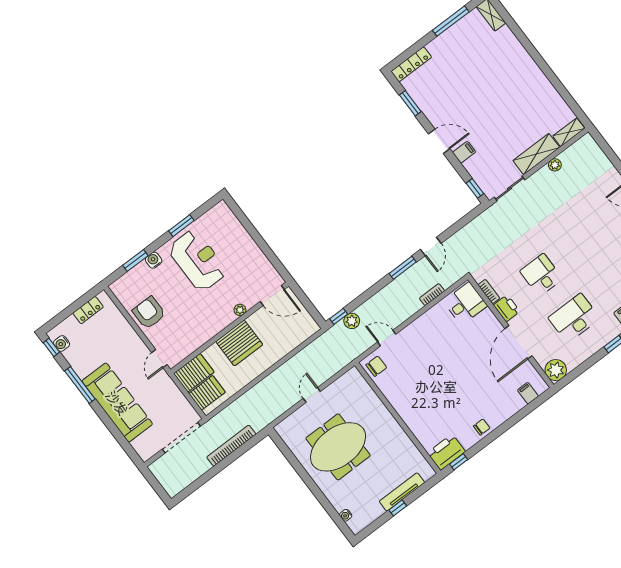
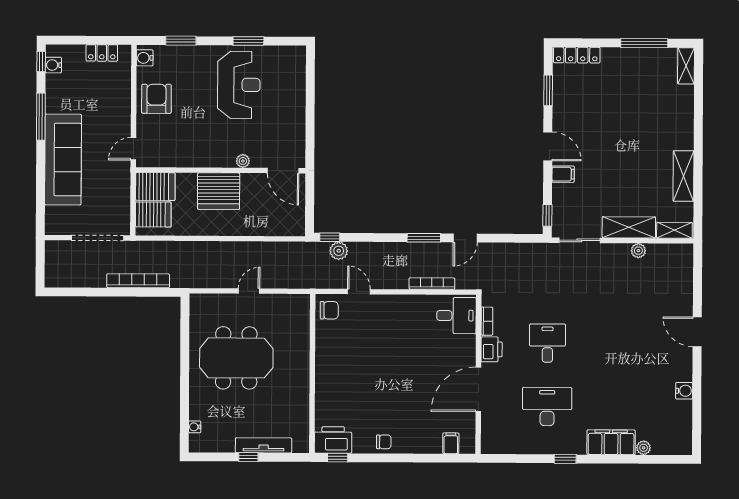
shelving: (547, 91) -> (683, 176), added
water cooler: (154, 260) -> (145, 58), moved, turned -90
bookcase: (432, 295) -> (432, 284), width x1.56
plant: (556, 370) -> (493, 442), removed

